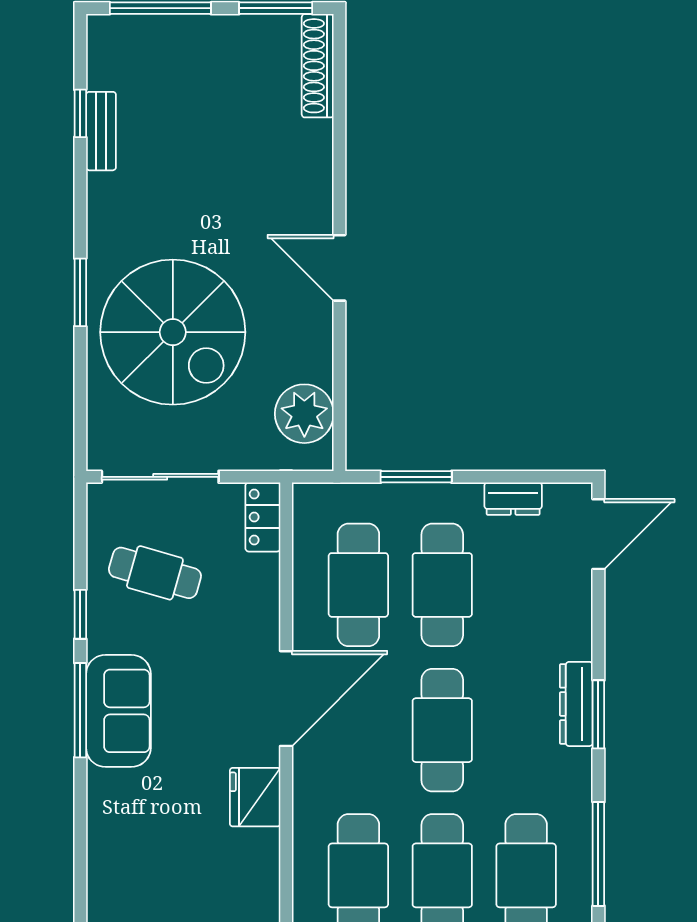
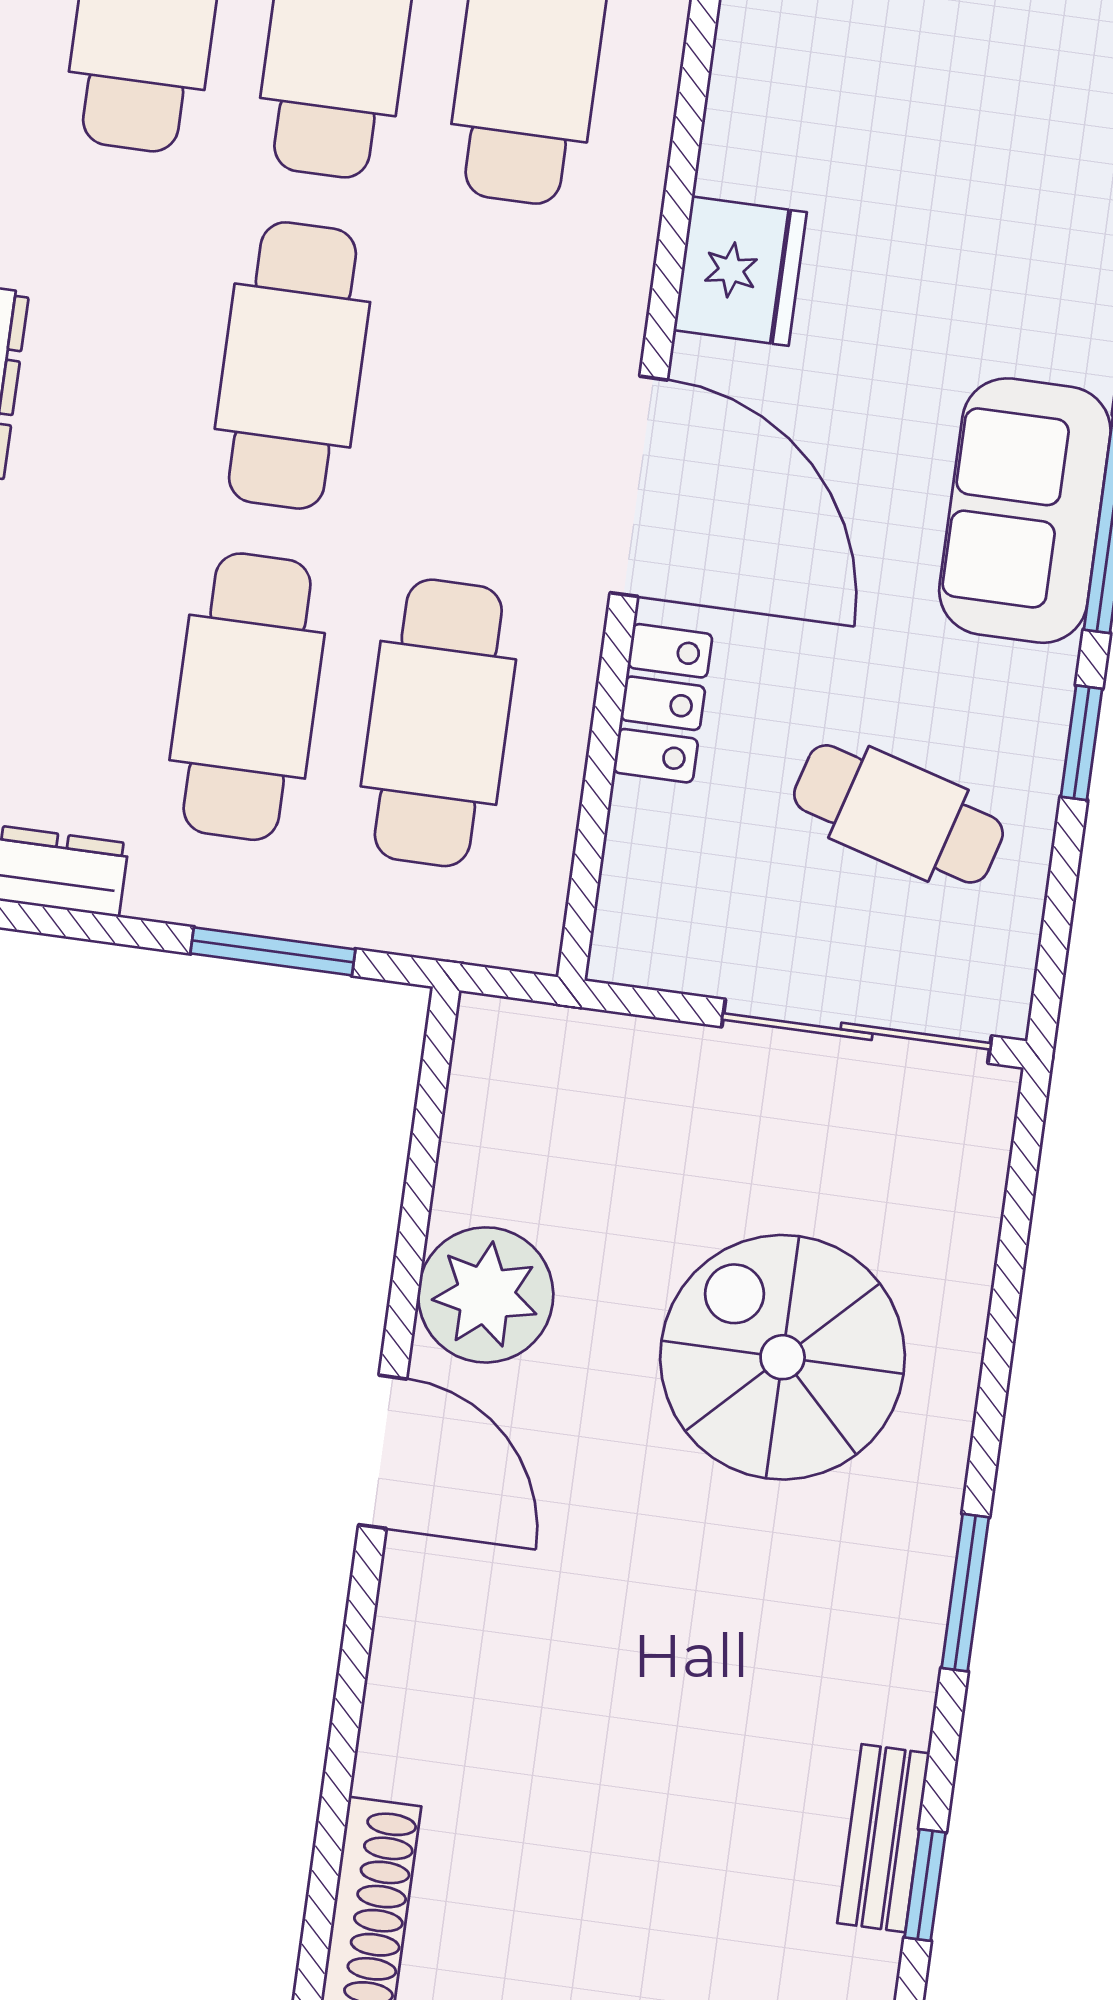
window: (80, 292) -> (965, 1593), moved
spiral stairs: (173, 332) -> (783, 1357), width x0.73, depth x0.73
plant: (304, 414) -> (486, 1295), moved
locker: (263, 517) -> (663, 703), moved
door: (286, 699) -> (639, 486), swing flipped

